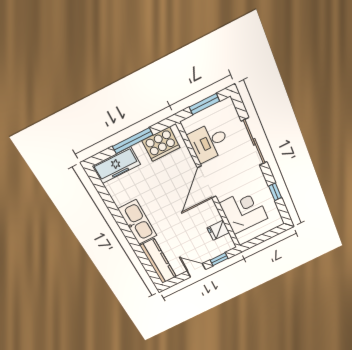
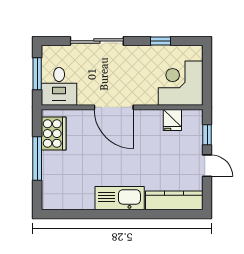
desk: (209, 142) -> (59, 86), moved
freezer: (116, 165) -> (52, 187), removed
corner desk: (244, 211) -> (181, 83), moved
door: (196, 270) -> (207, 166), swing flipped

